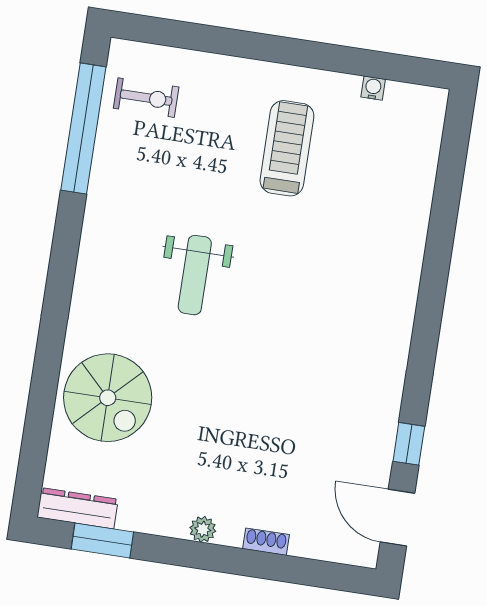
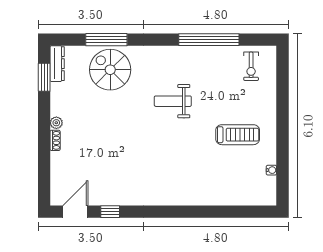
window: (83, 128) -> (209, 40), moved
window: (42, 396) -> (106, 40), added
spiral stairs: (108, 398) -> (110, 70), turned 90
shoe rack: (266, 542) -> (55, 140), moved

